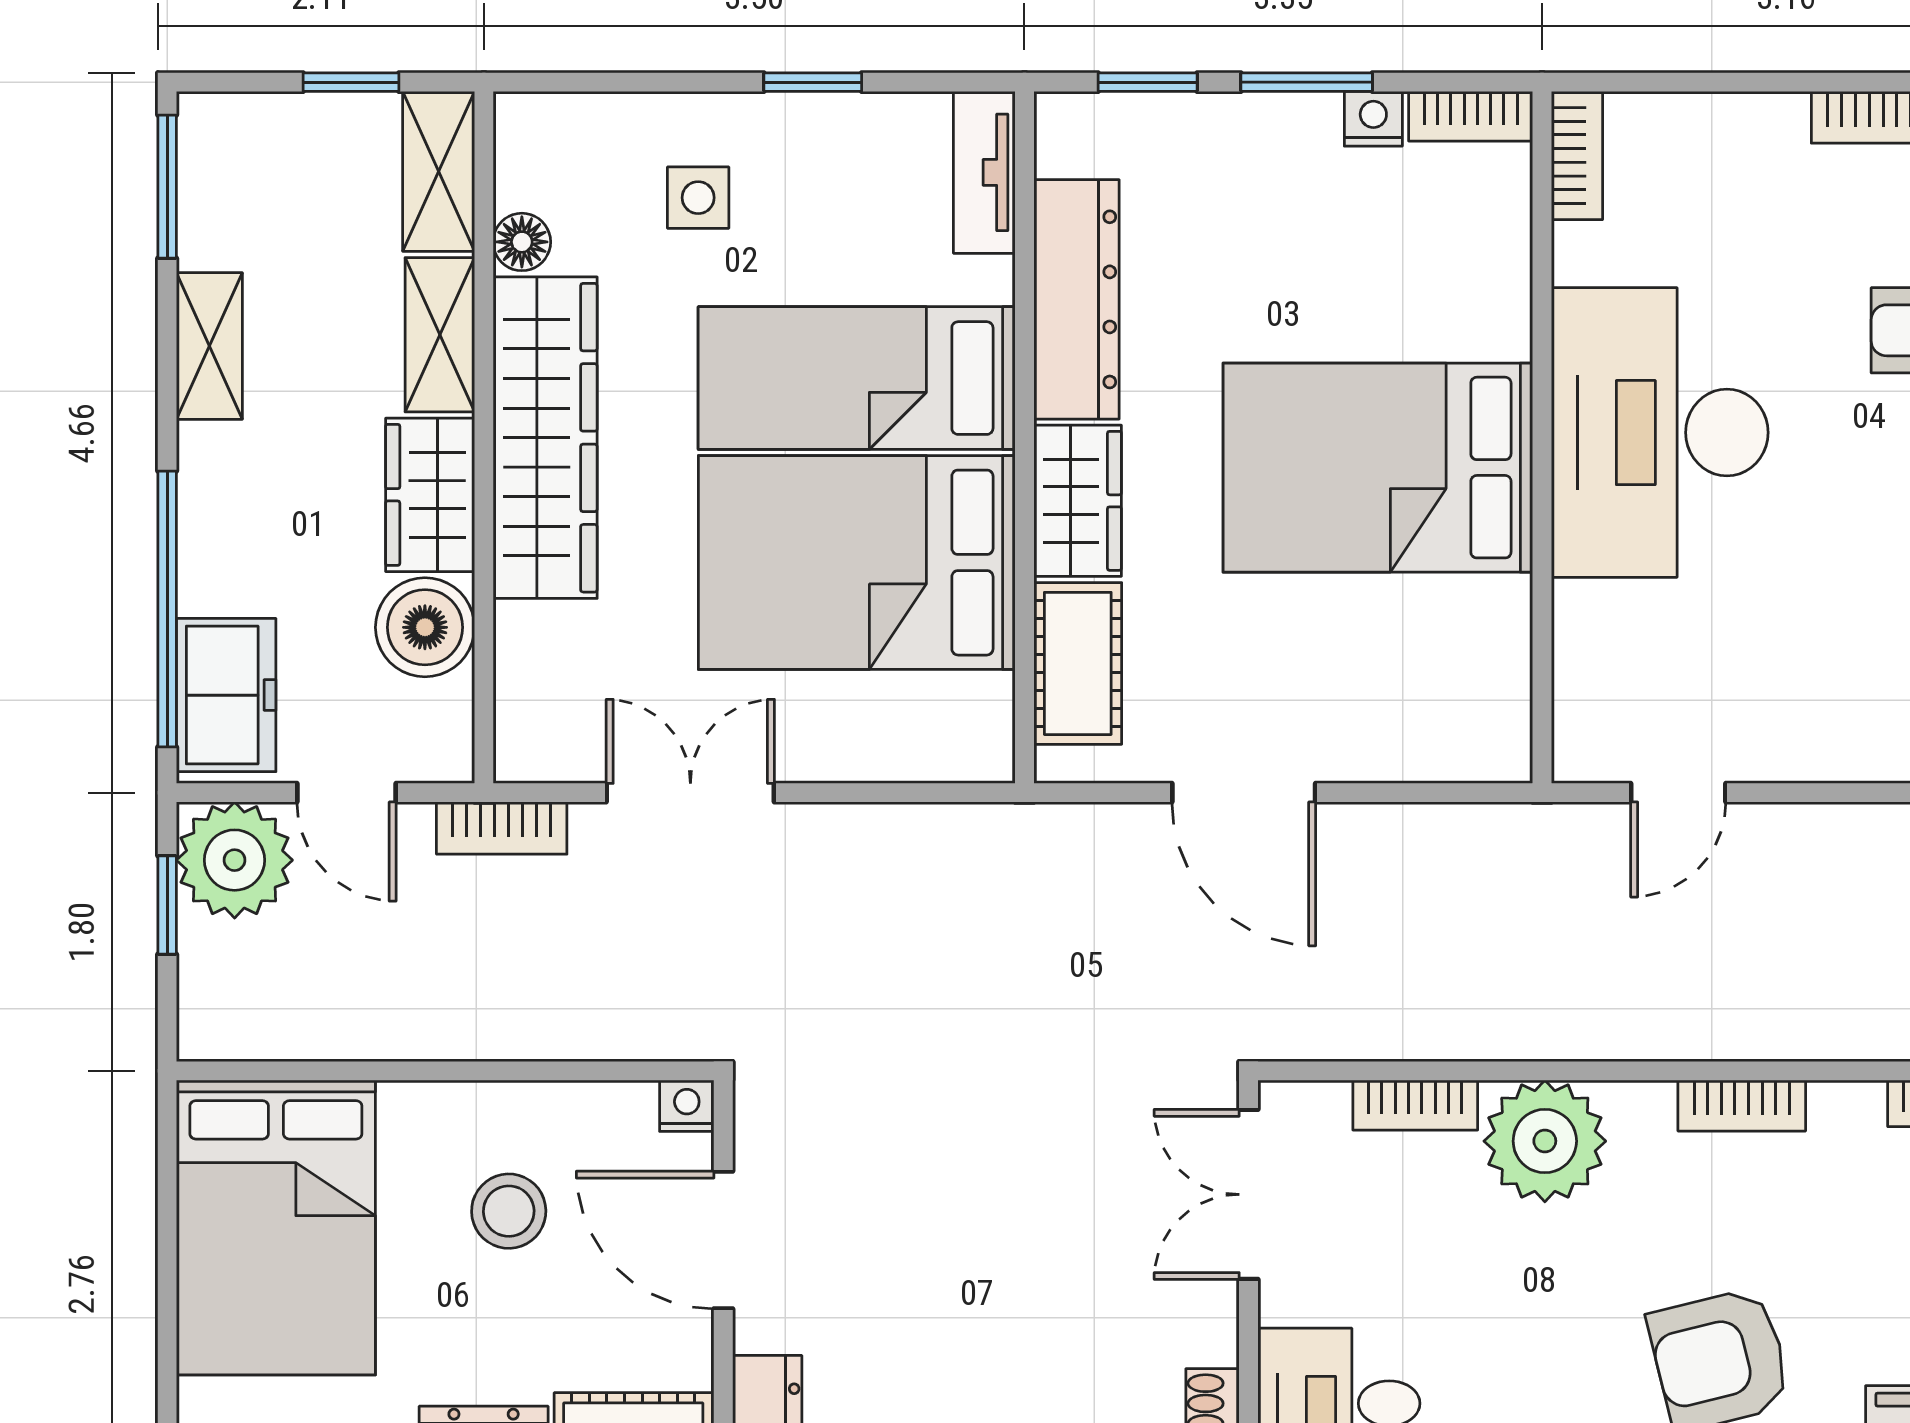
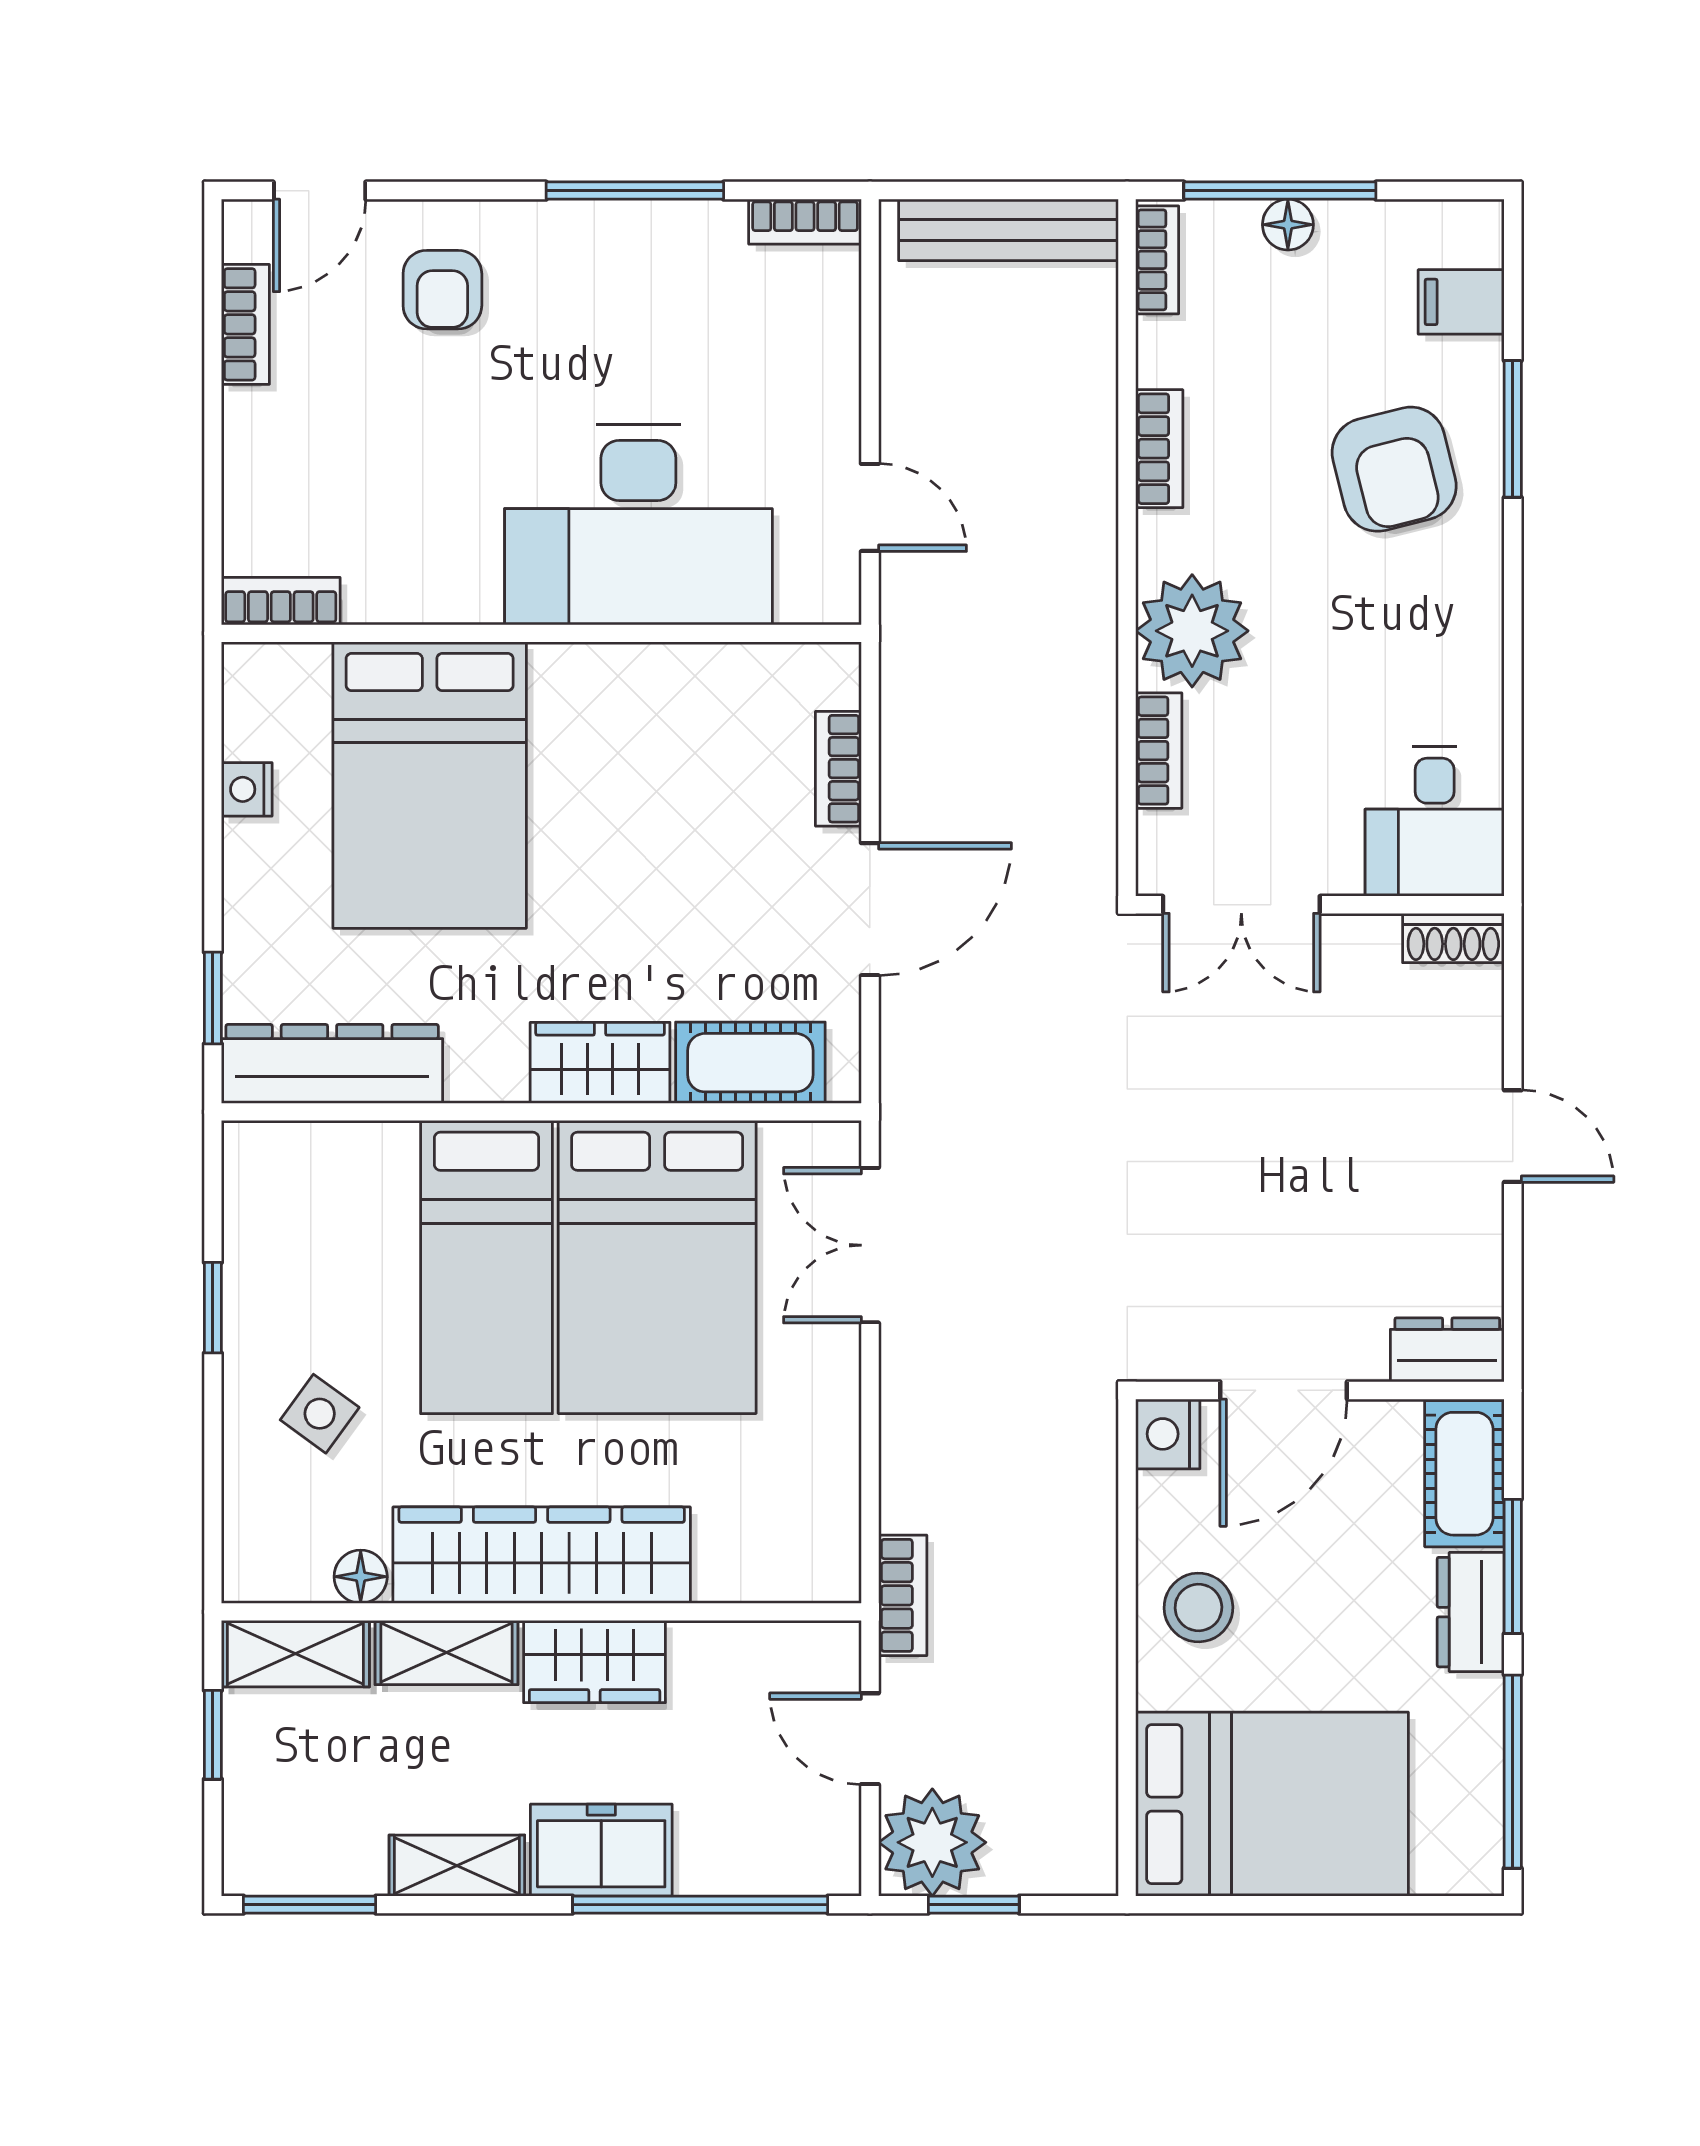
window: (1307, 82) -> (213, 851), removed
bookcase: (1471, 116) -> (838, 769), moved, turned 180
tv unit: (984, 172) -> (296, 1149), removed
side table: (698, 198) -> (320, 1414), turned 36
dresser: (1076, 299) -> (332, 1064), moved
desk: (1660, 433) -> (638, 525), moved
bed: (1378, 468) -> (430, 785), moved
boiler: (425, 627) -> (717, 1666), removed
freezer: (226, 695) -> (601, 1850), moved
door: (347, 793) -> (870, 1739), swing flipped
double door: (690, 793) -> (870, 1245), moved
nightstand: (687, 1106) -> (1168, 1434), width x1.39, depth x1.35
stool: (509, 1211) -> (1198, 1607), moved

